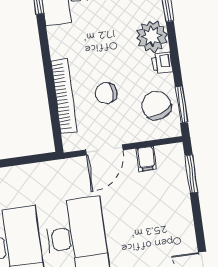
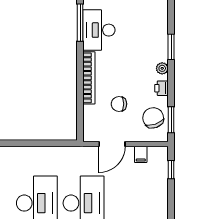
plant: (152, 36) -> (162, 68), width x0.53, depth x0.53
bookcase: (64, 96) -> (89, 78), moved
window: (191, 174) -> (171, 170), width x0.67

